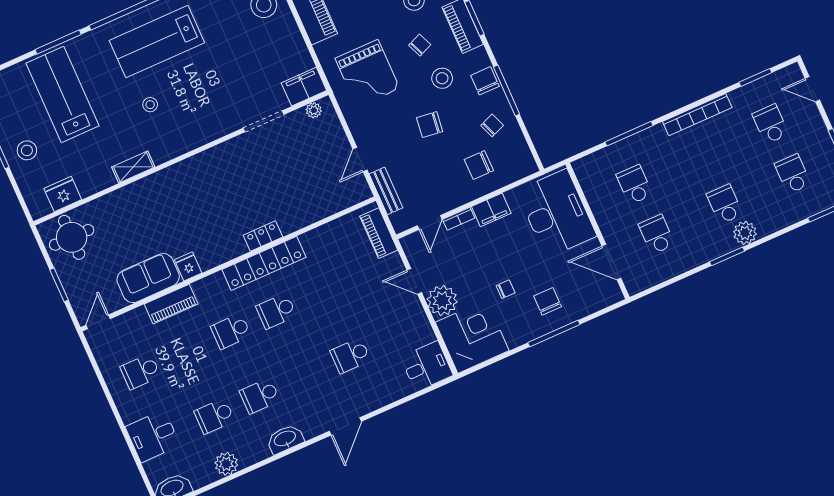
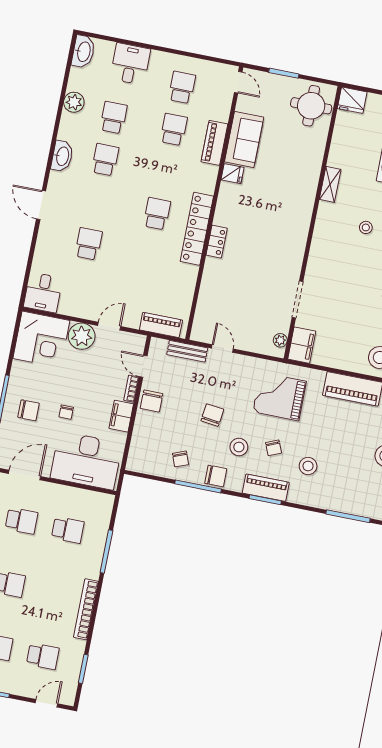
chair: (479, 165) -> (152, 401), moved, turned 180
fridge: (63, 194) -> (352, 100), moved, turned 90
chair: (506, 289) -> (66, 412), moved
school desk: (231, 331) -> (174, 130), moved

